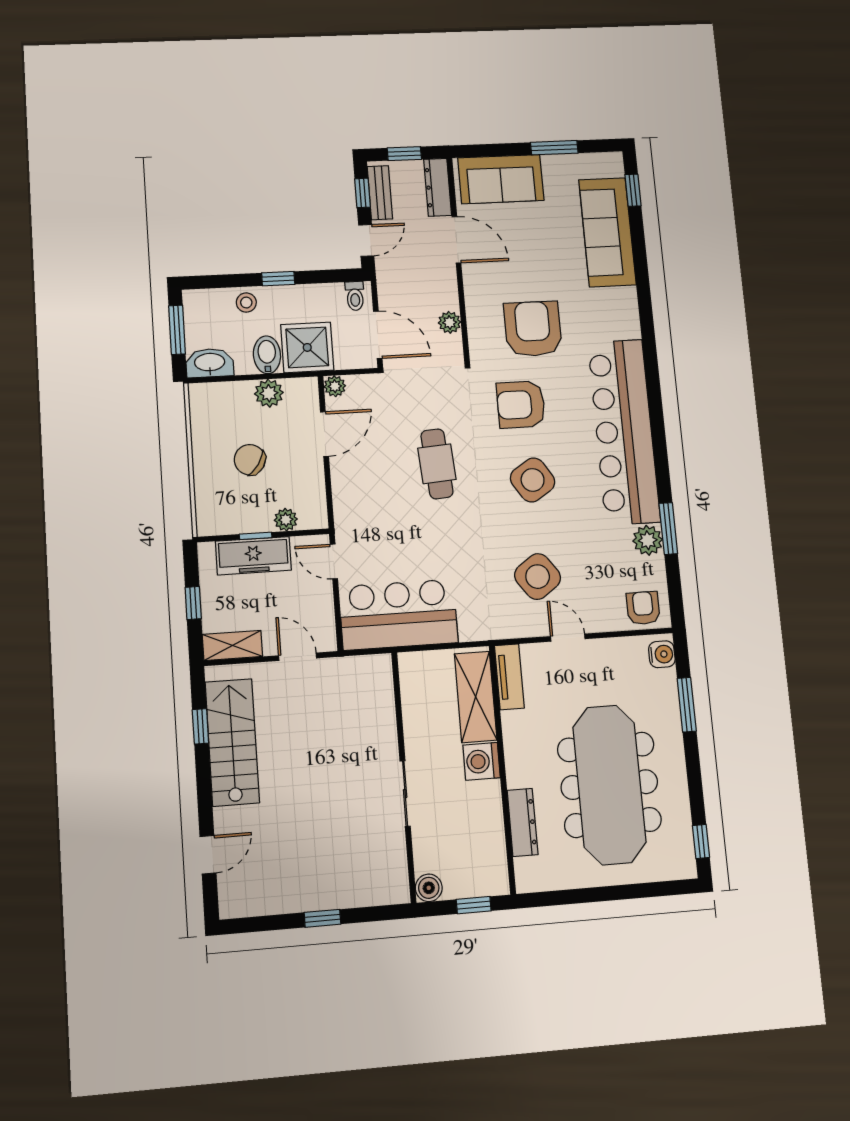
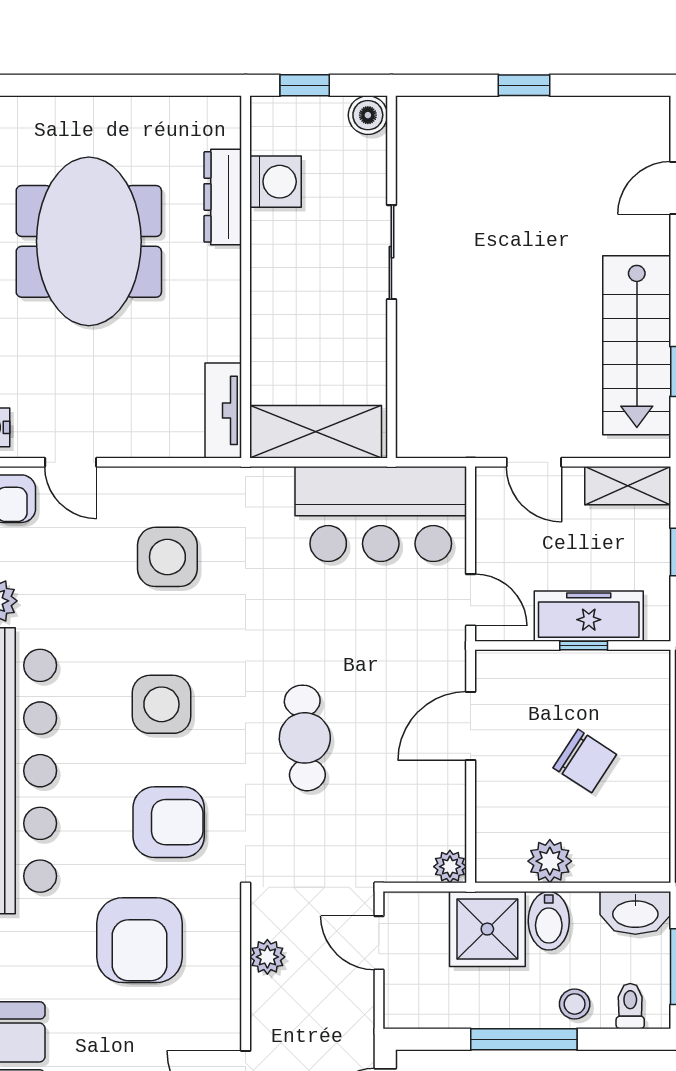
window: (278, 279) -> (524, 1039), width x2.17
toilet: (355, 296) -> (630, 1006), moved
door: (378, 335) -> (379, 943), width x0.73
door: (325, 434) -> (471, 726), moved
side table: (533, 480) -> (161, 704), turned 33
plant: (286, 520) -> (537, 667), removed
side table: (538, 577) -> (167, 557), turned 36
door: (568, 638) -> (71, 462), moved
shelving: (476, 697) -> (316, 432), moved, turned 90
washing machine: (482, 761) -> (276, 182), moved
meeting table: (609, 785) -> (89, 241), width x0.73

